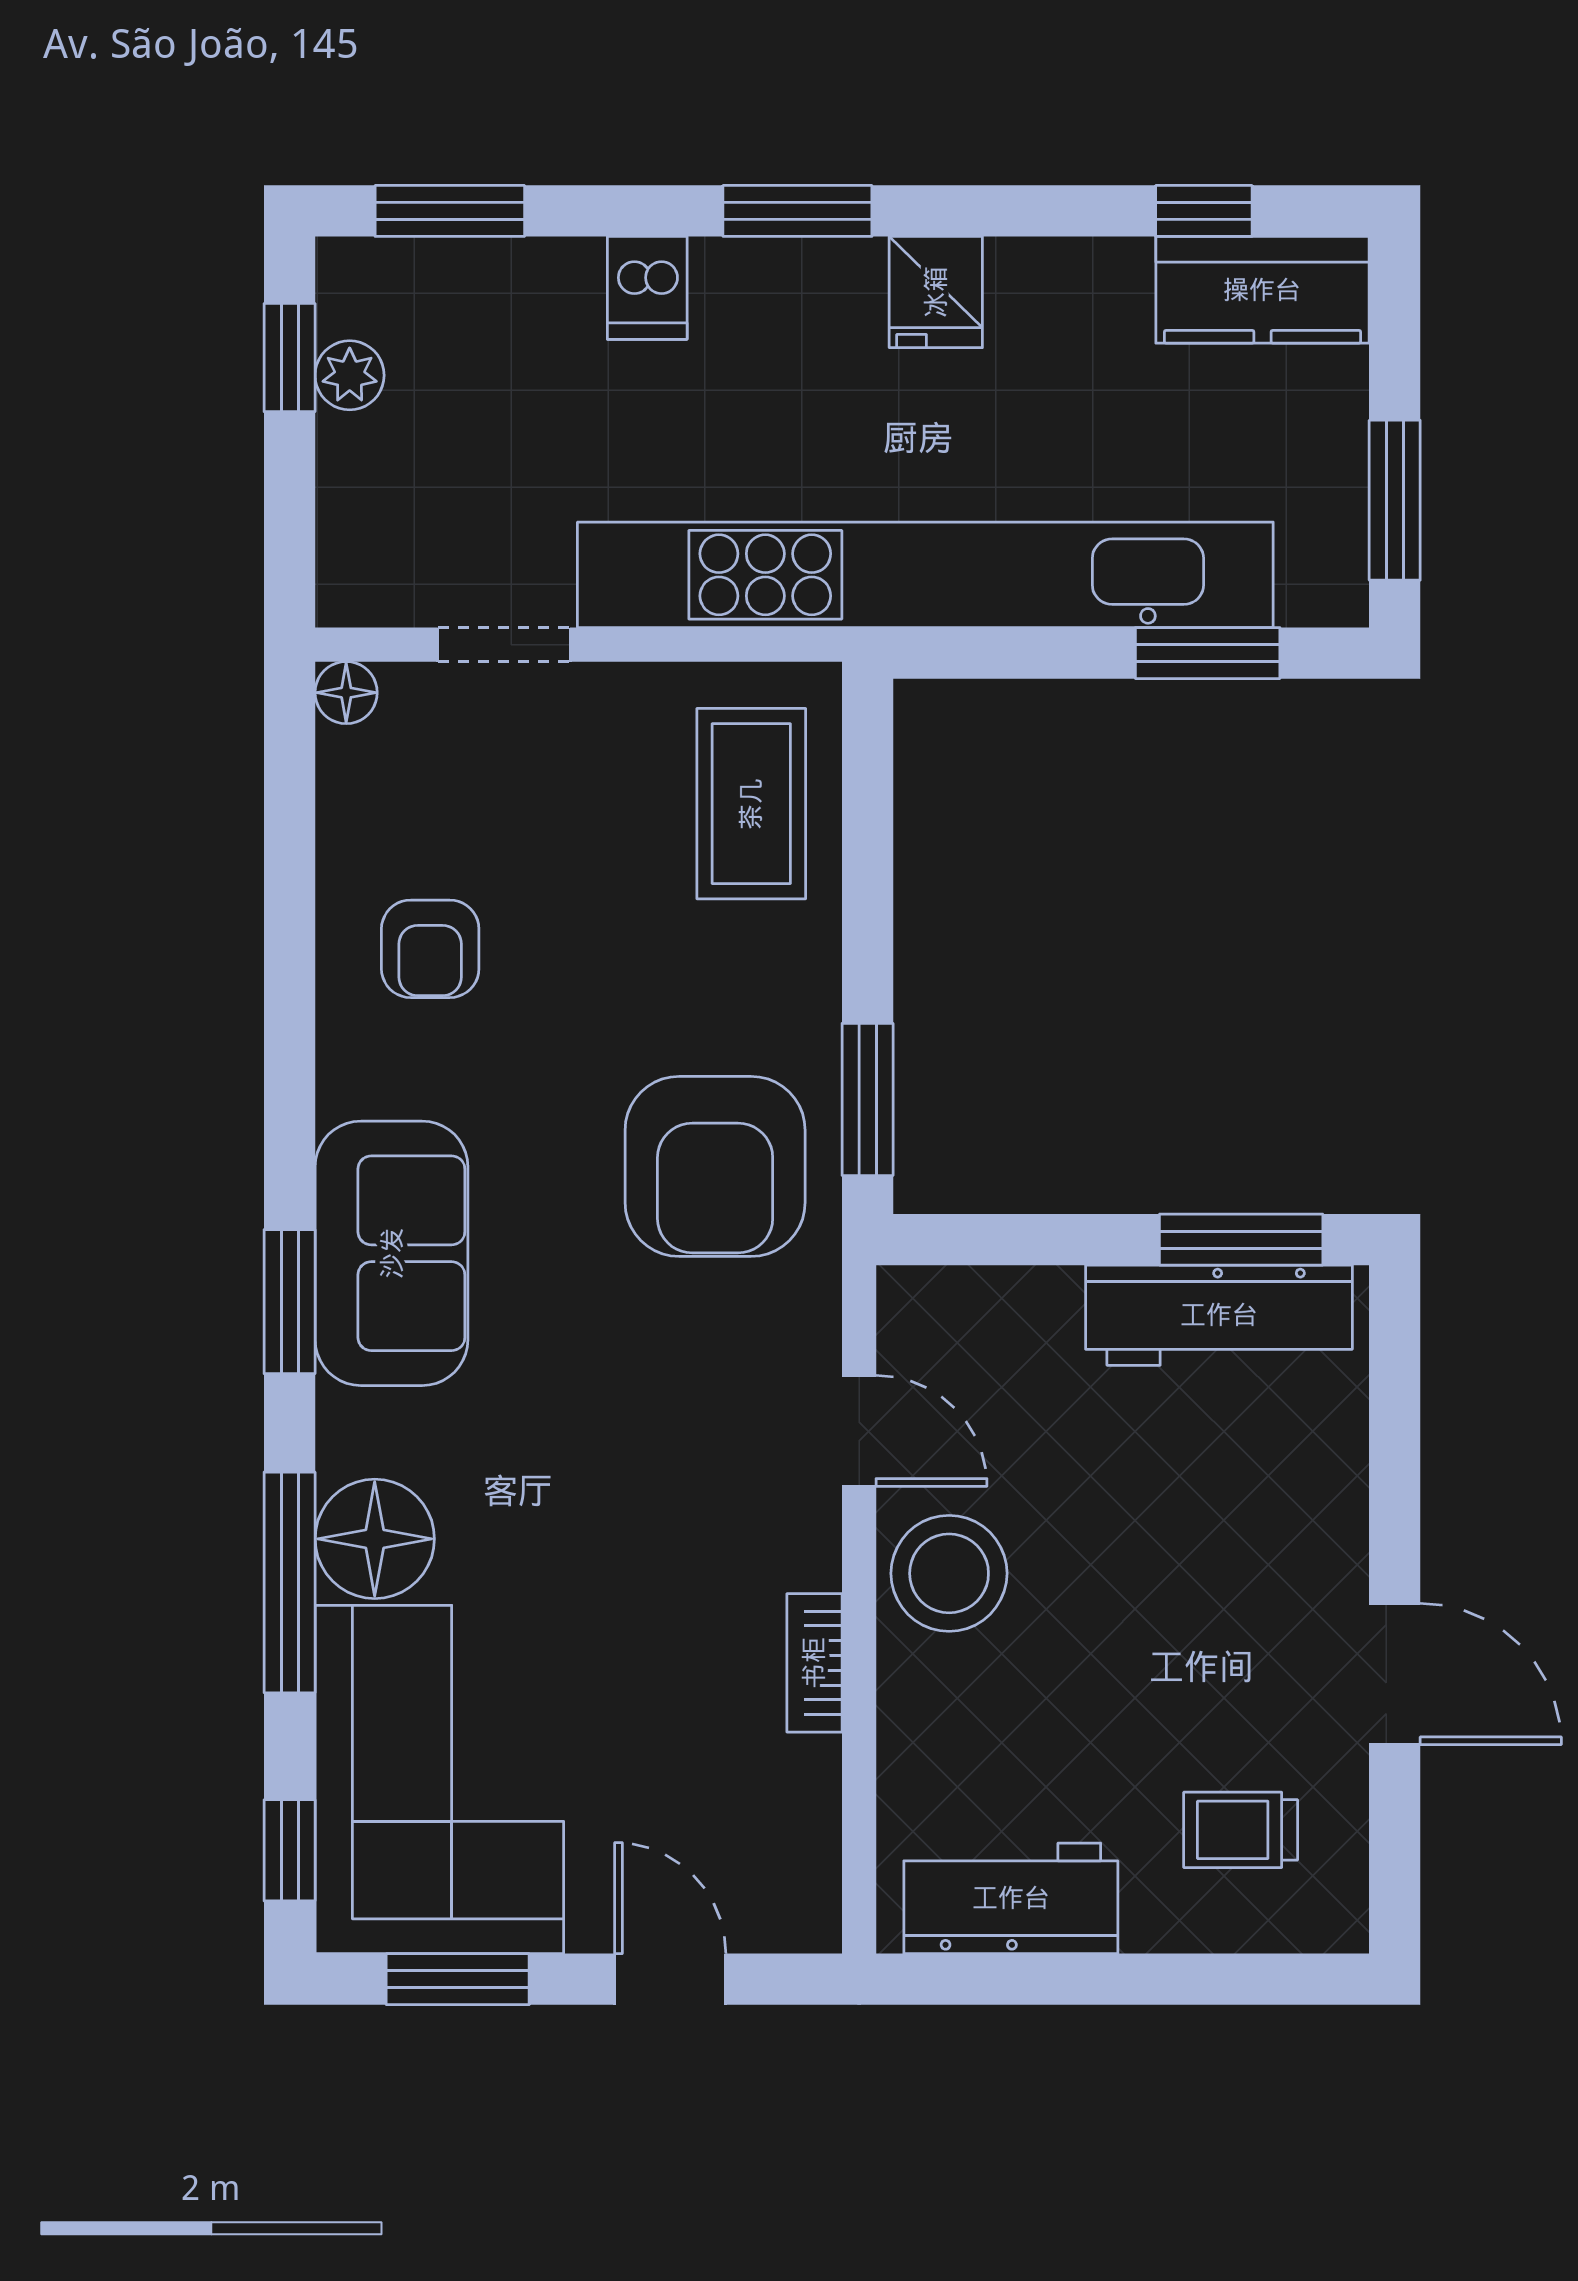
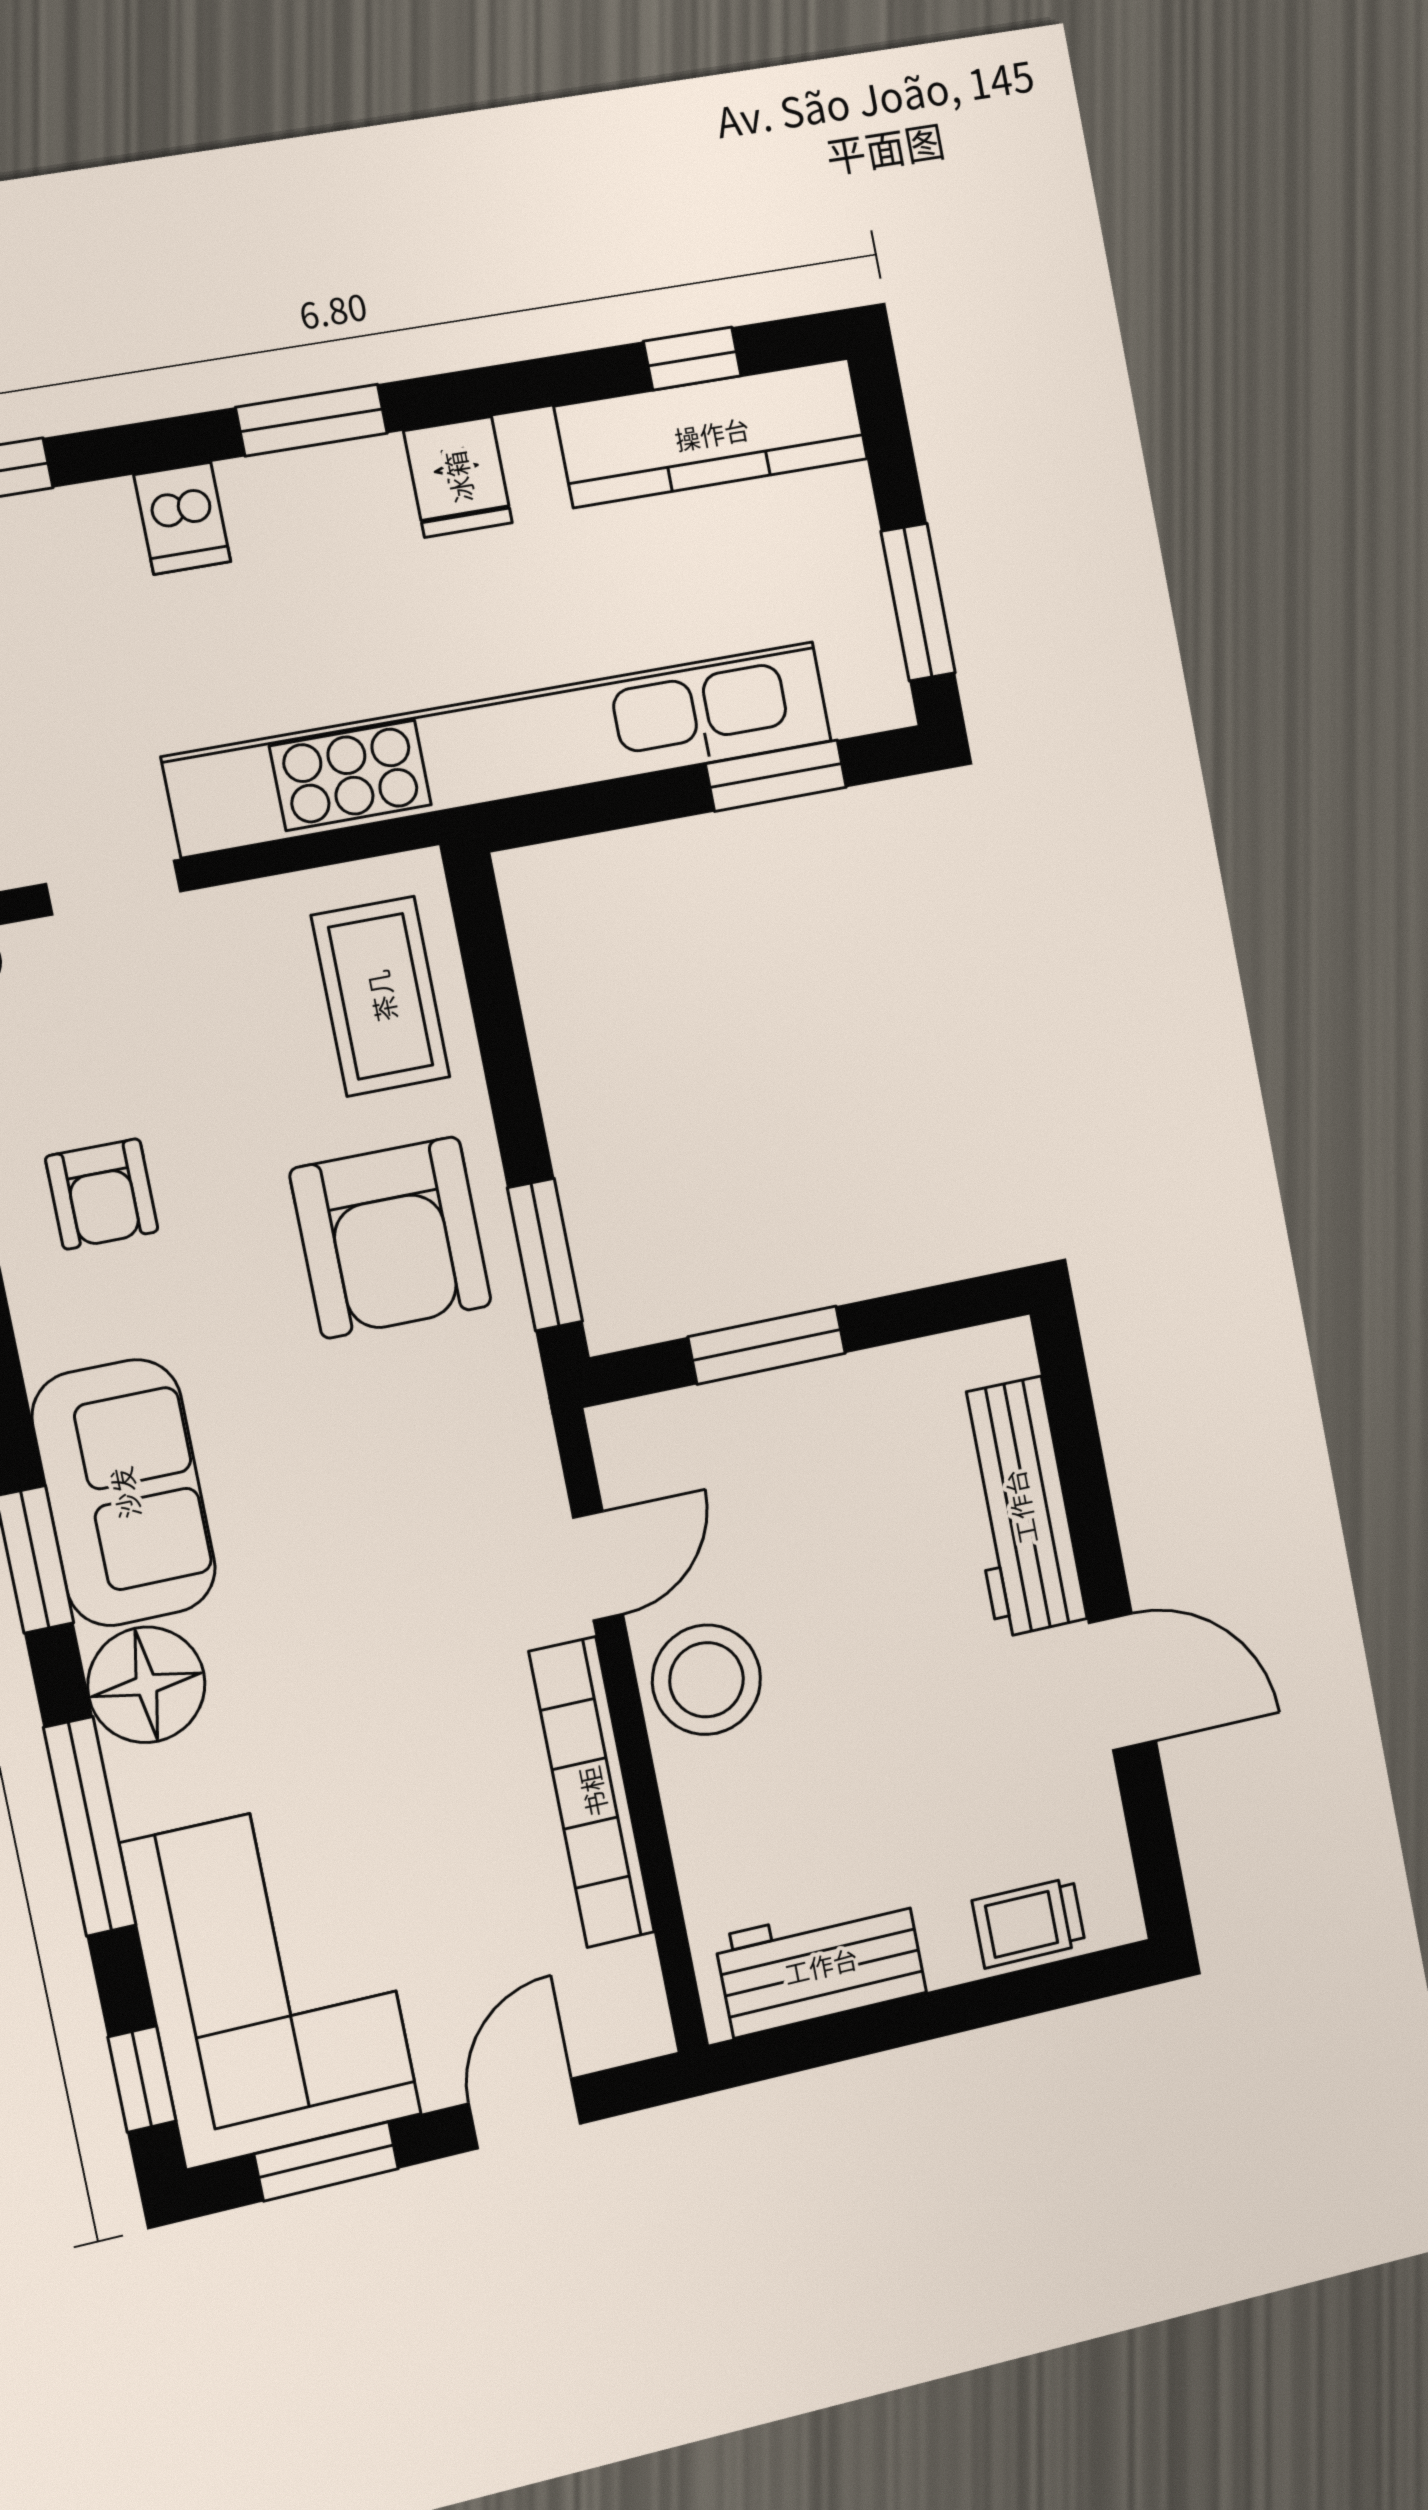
kitchen counter: (1262, 290) -> (712, 433), width x1.50
armchair: (715, 1166) -> (391, 1237), moved
window: (1241, 1240) -> (767, 1345), moved
workbench: (1219, 1315) -> (1020, 1507), moved, turned 90
door: (859, 1431) -> (598, 1566), hinge flipped
floor lamp: (375, 1539) -> (146, 1685), moved
bookcase: (814, 1663) -> (592, 1792), width x2.31, depth x1.31
trolley: (1241, 1830) -> (1029, 1923), moved
door: (670, 1979) -> (525, 2113), hinge flipped

